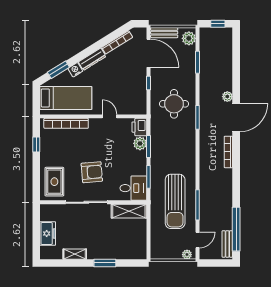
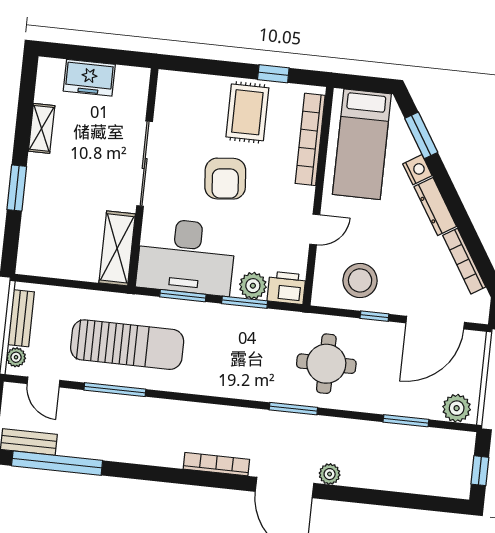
bench: (164, 33) -> (21, 318), moved
stool: (132, 92) -> (360, 280), added
armchair: (92, 172) -> (225, 179), moved
rug: (54, 182) -> (247, 112), moved, turned 90
desk: (133, 188) -> (186, 257), width x1.87, depth x1.30
sun lounger: (175, 201) -> (127, 345), turned 180

